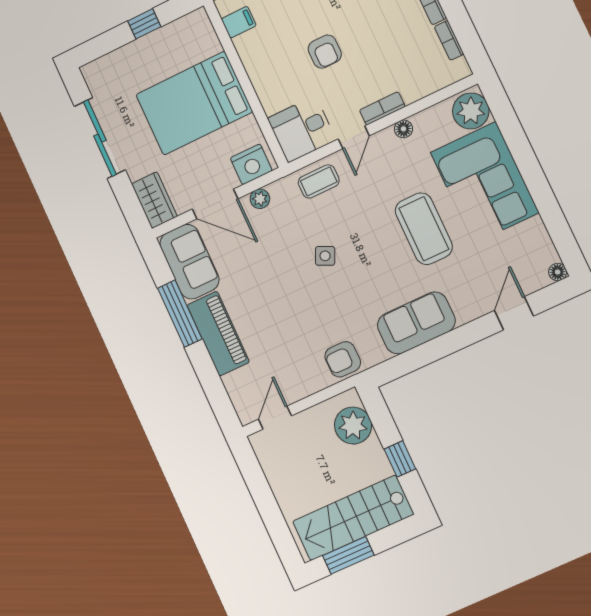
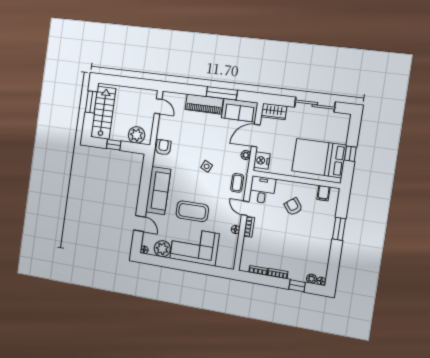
armchair: (325, 52) -> (293, 207), moved, turned 53
bed: (194, 103) -> (319, 158), moved, turned -90
plant: (471, 111) -> (162, 249), moved
sofa: (416, 323) -> (158, 191), width x1.36

